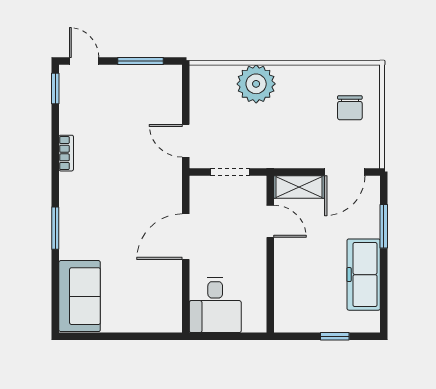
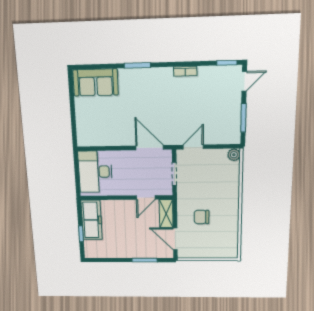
plant: (256, 84) -> (234, 155), moved, width x0.53, depth x0.53
chair: (350, 108) -> (202, 217), moved
door: (186, 237) -> (150, 148), moved
freezer: (364, 275) -> (92, 220), moved, turned 90
desk: (215, 305) -> (95, 172), width x1.37

